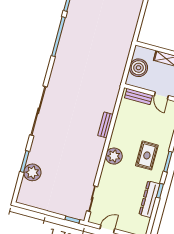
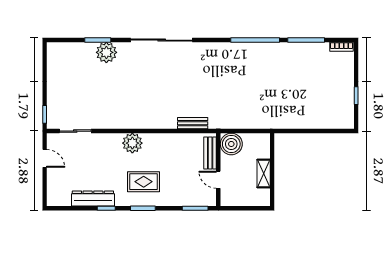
boiler: (138, 68) -> (231, 144), moved
door: (161, 96) -> (218, 180), hinge flipped
bench: (105, 125) -> (193, 123), moved
plant: (32, 172) -> (106, 52), moved

